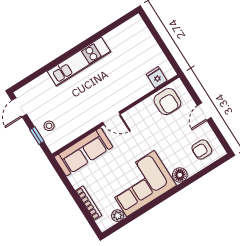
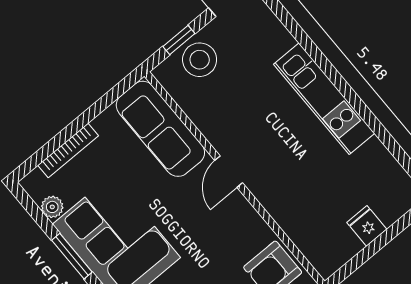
fridge: (157, 77) -> (367, 226), moved, turned -90
stool: (49, 126) -> (200, 60), width x1.89, depth x1.89
window: (146, 209) -> (72, 256), added

